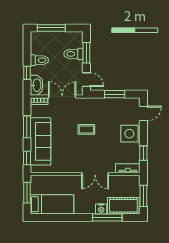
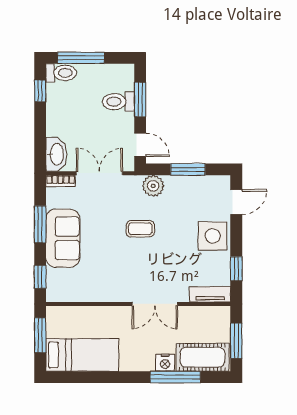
toilet: (39, 60) -> (61, 73), moved
window: (27, 73) -> (40, 91), moved
plant: (94, 104) -> (153, 186), added
sofa: (40, 141) -> (63, 238), width x0.73

